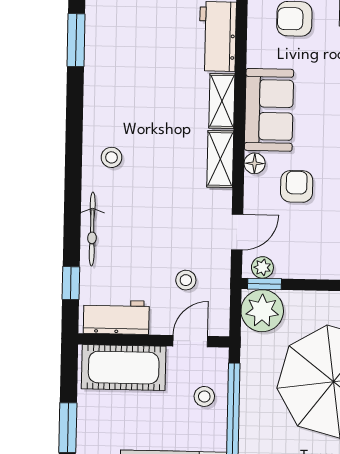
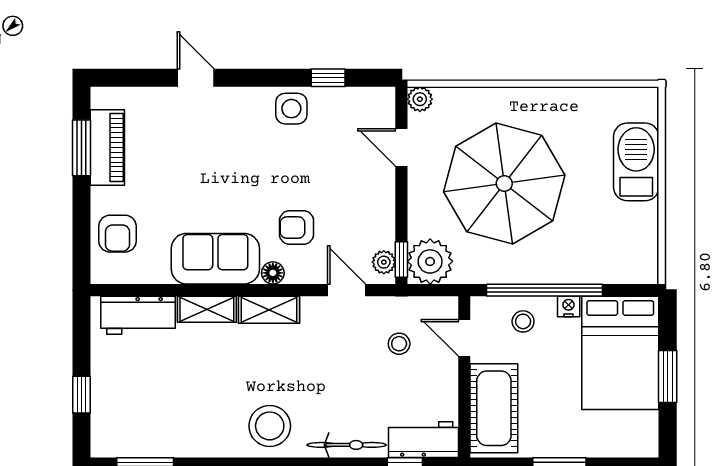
stool: (112, 157) -> (270, 426), width x1.89, depth x1.89
workbench: (116, 317) -> (423, 440), moved, turned 90
nightstand: (217, 439) -> (569, 306), added

